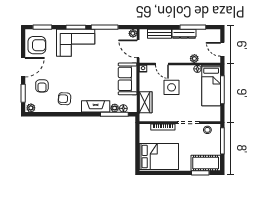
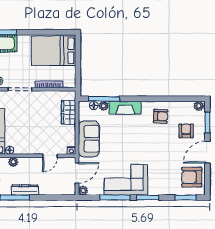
bench: (160, 34) -> (53, 190), removed
corner sofa: (76, 43) -> (126, 180), moved
door: (138, 49) -> (77, 173), hinge flipped
door: (162, 64) -> (50, 156), swing flipped
side table: (172, 87) -> (39, 129), removed

